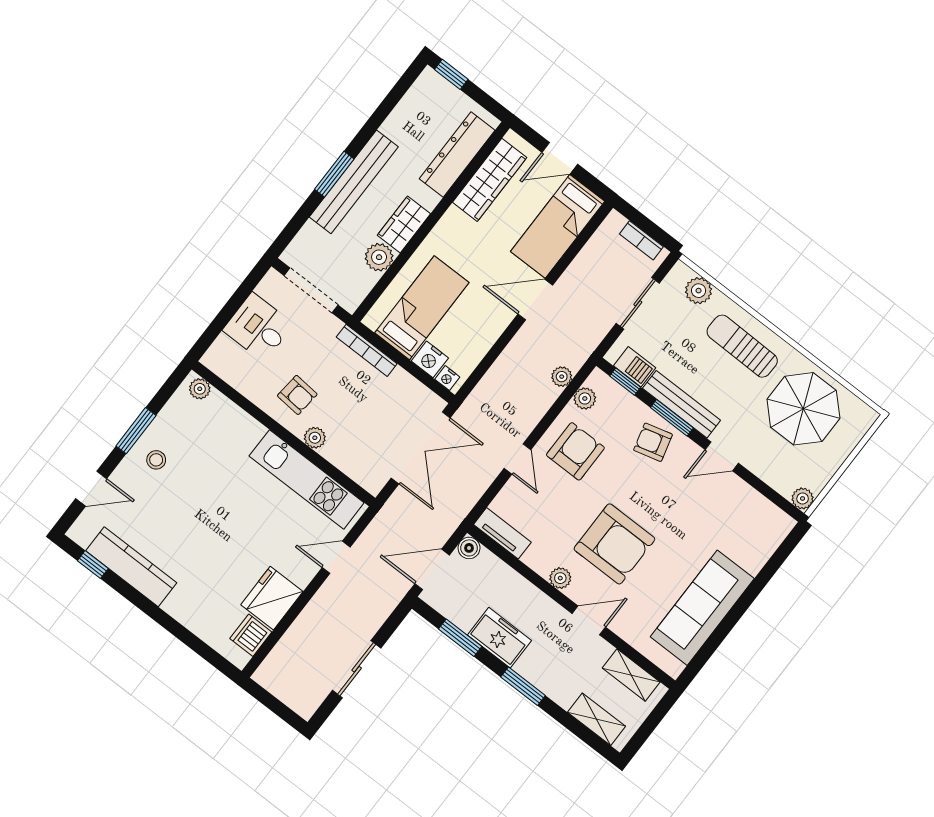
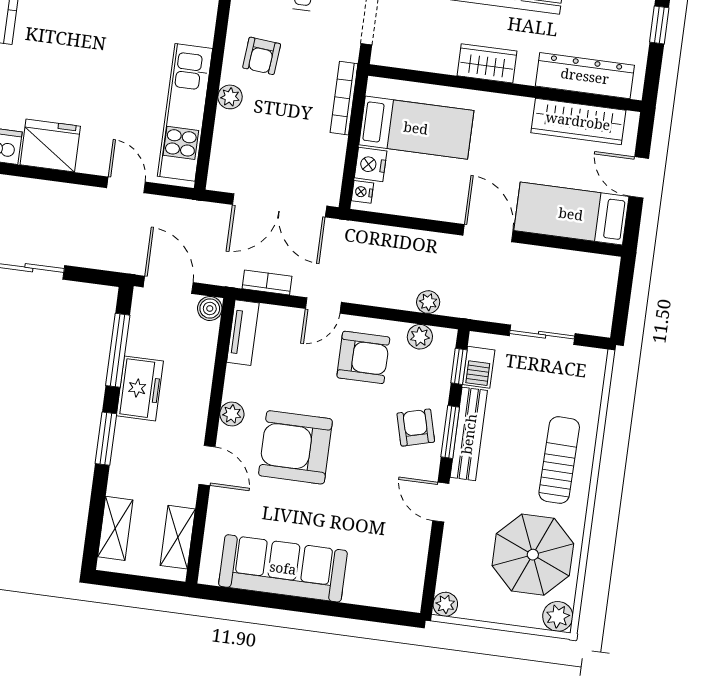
bookcase: (641, 240) -> (267, 282), moved, turned 90
plant: (379, 257) -> (441, 58), removed
plant: (699, 291) -> (558, 616), moved
armchair: (614, 544) -> (295, 447), turned 90
window: (460, 638) -> (118, 350), width x1.44

